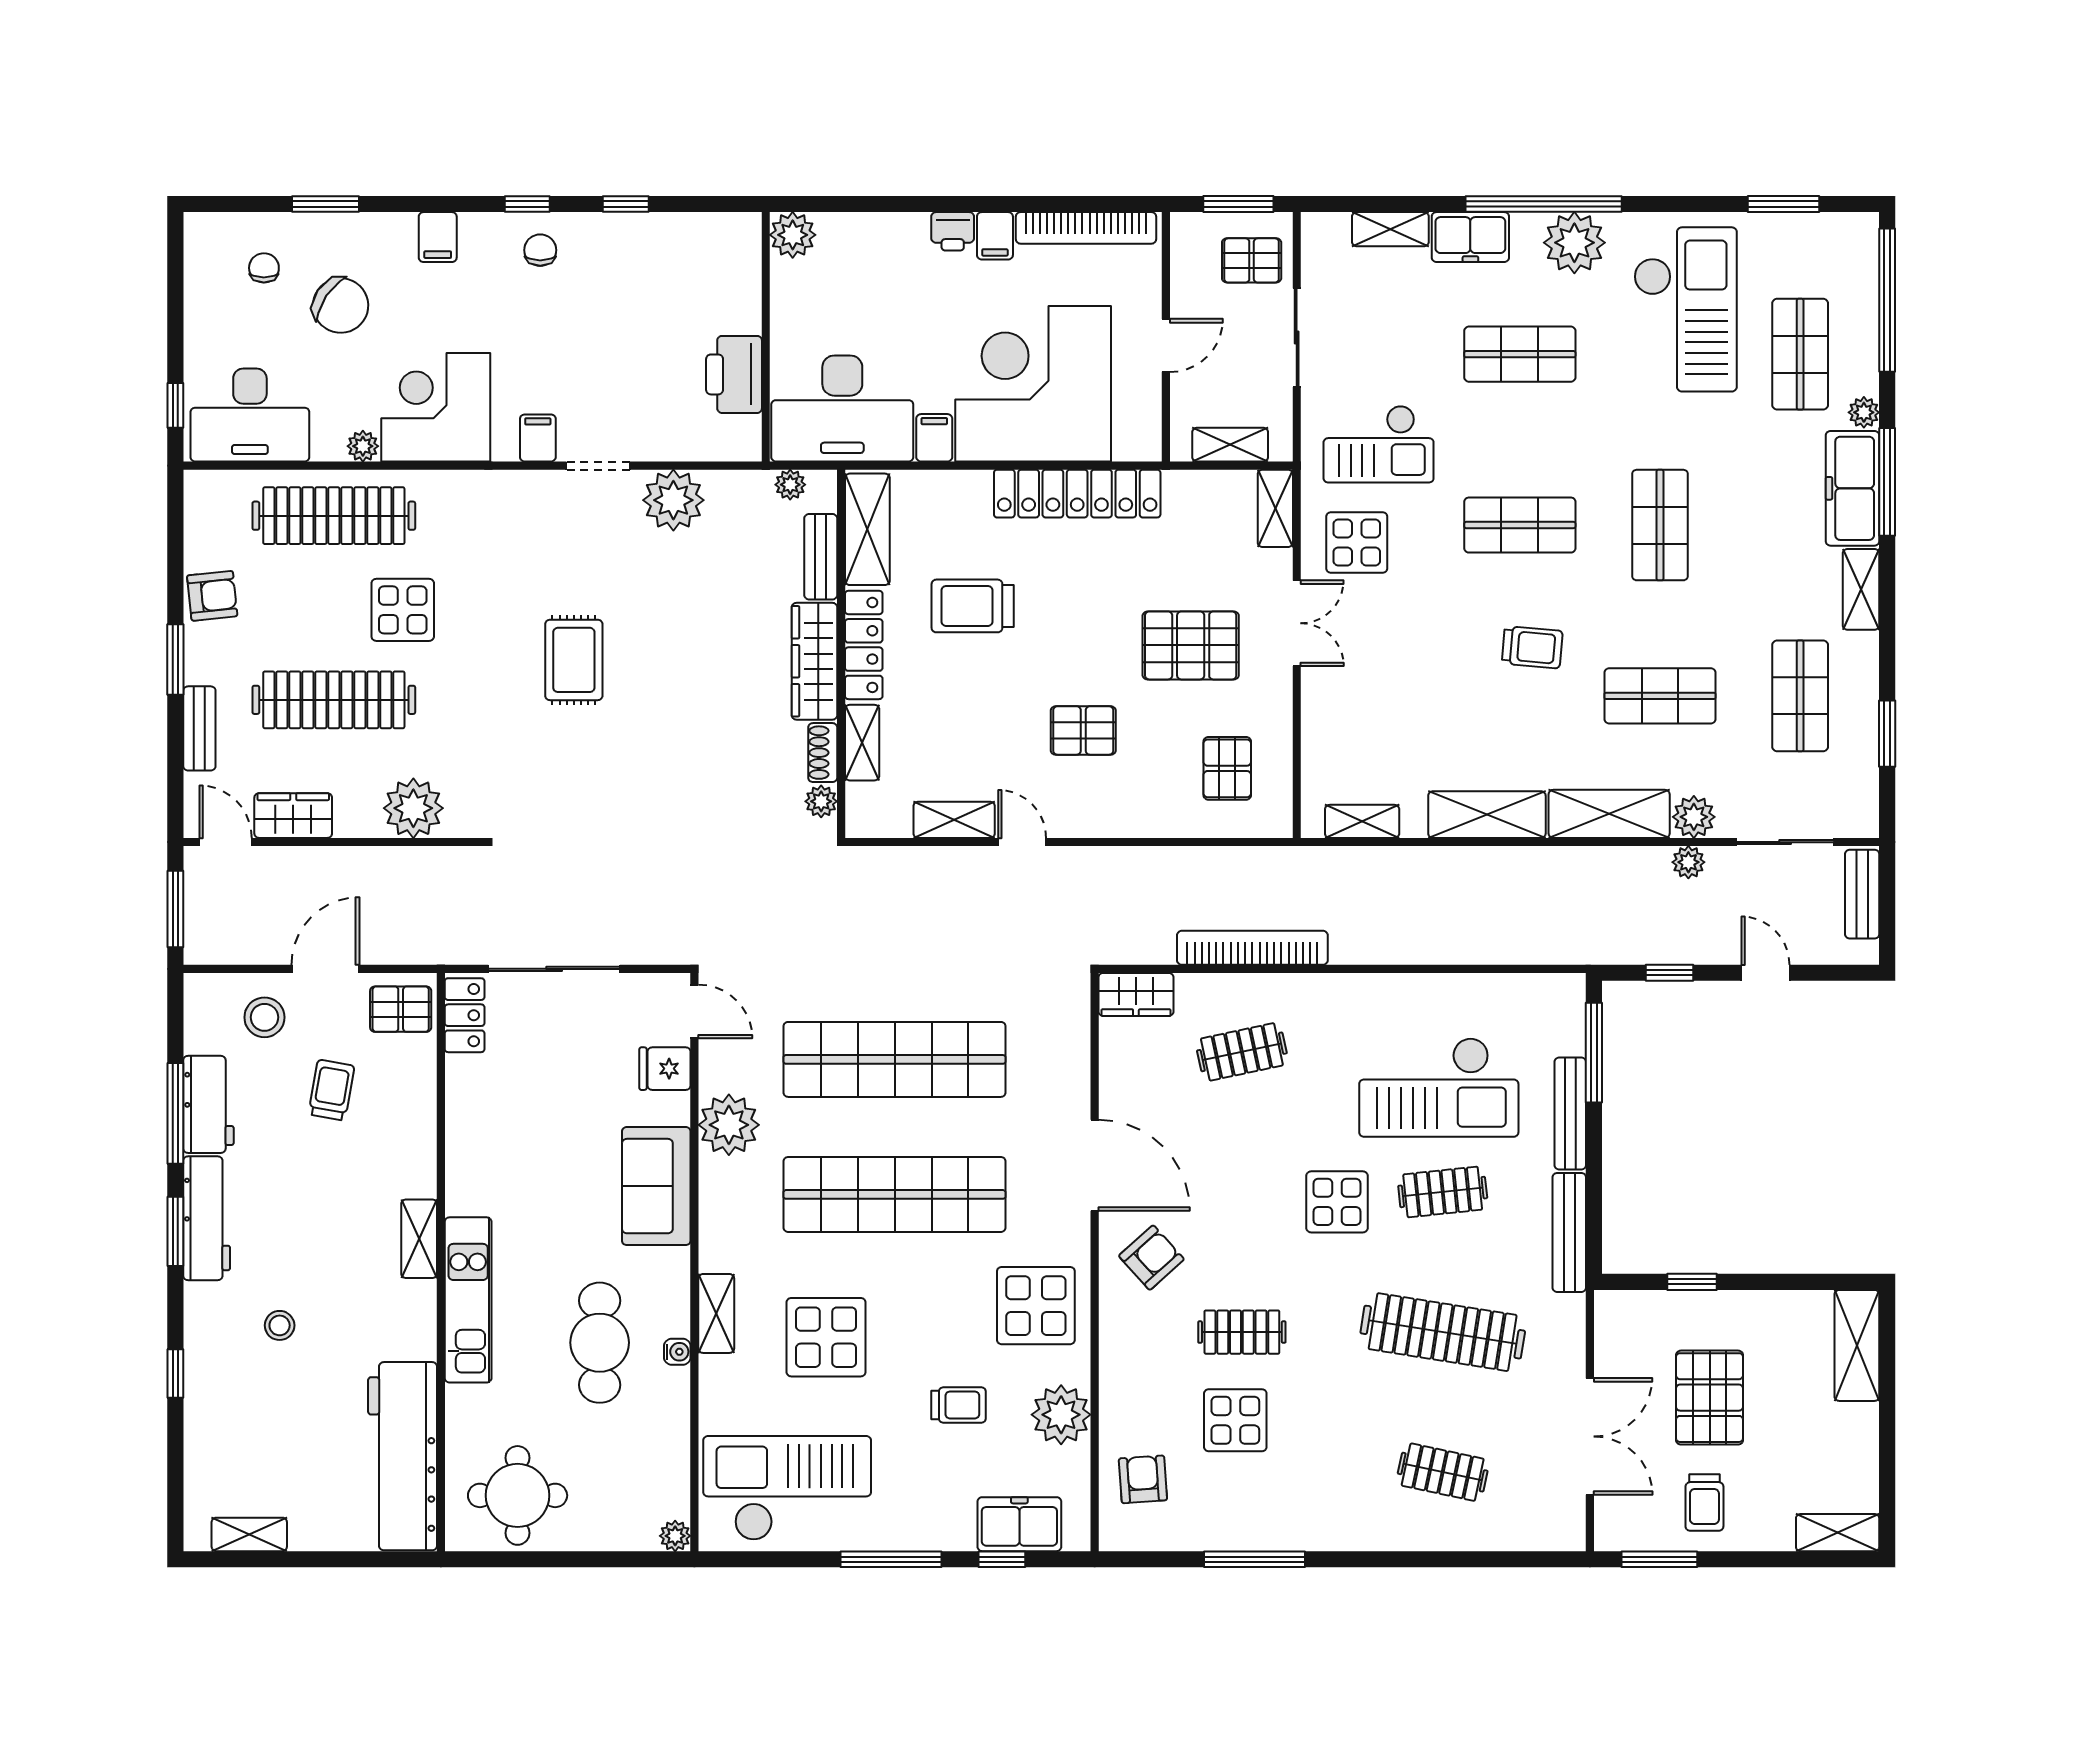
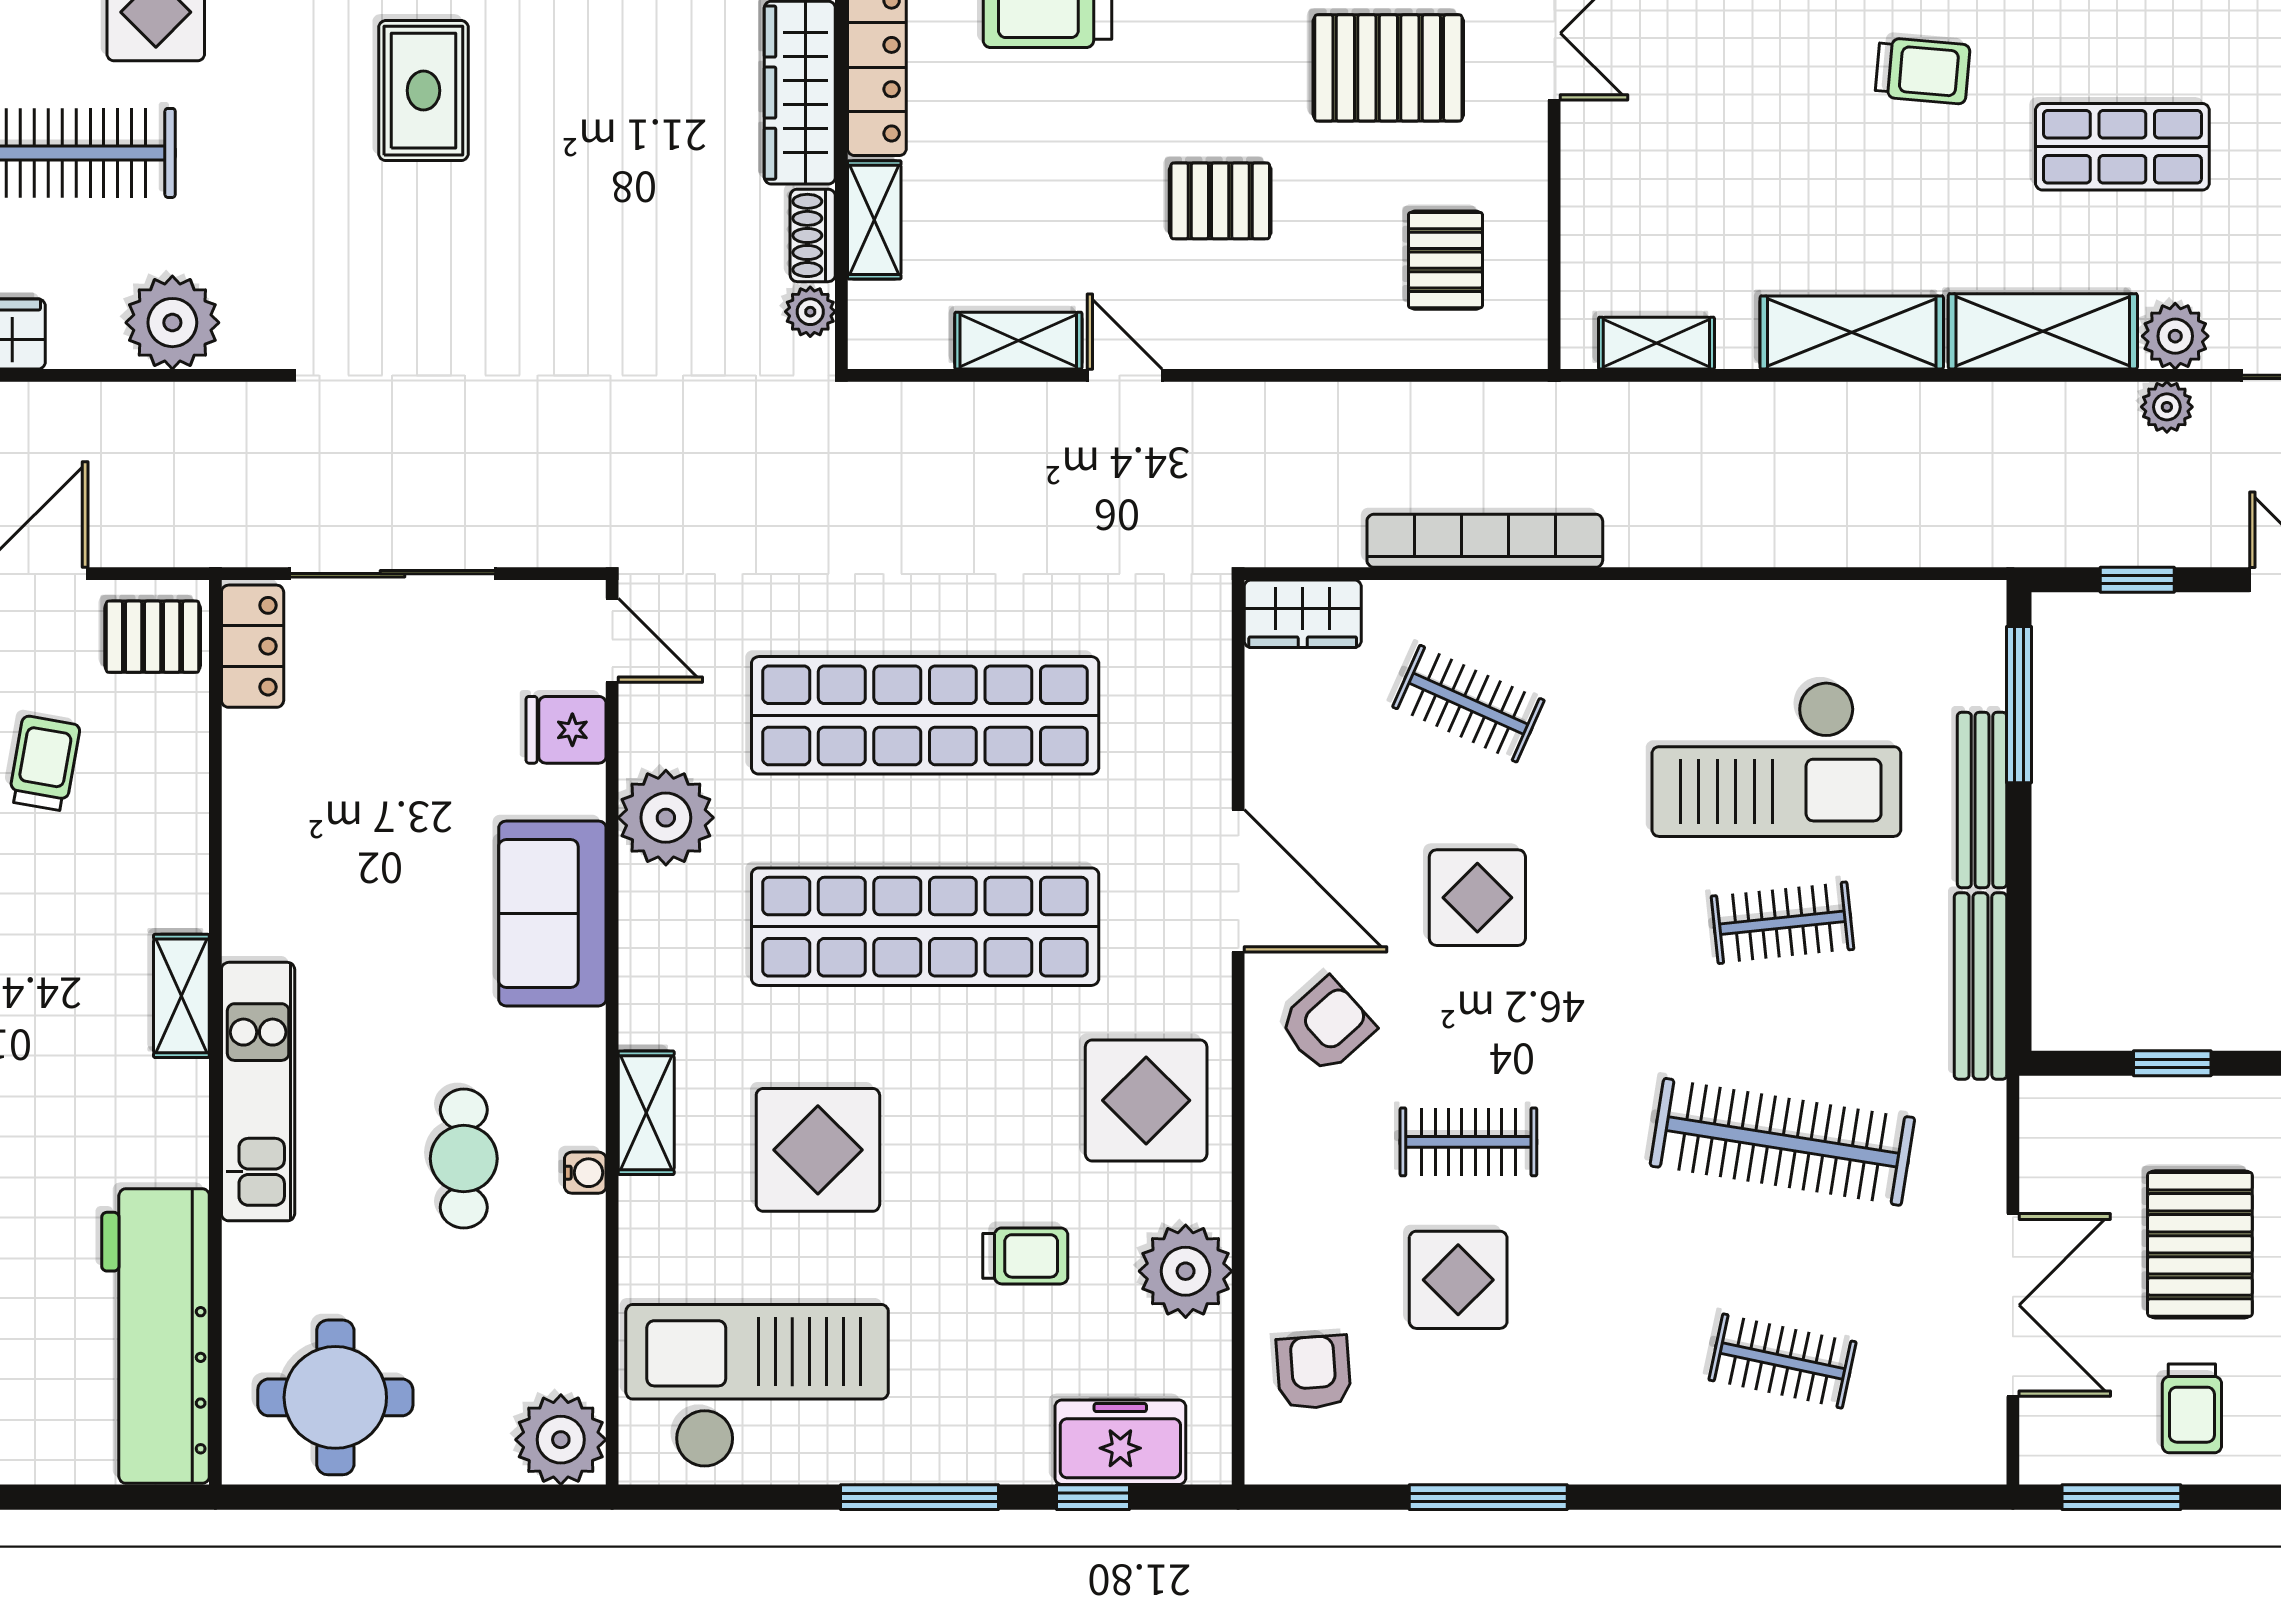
clothes rail: (1242, 1052) -> (1468, 704), turned 36
display table: (1337, 1202) -> (1477, 898), moved
cafe table: (600, 1343) -> (464, 1159), width x0.73, depth x0.74
plant: (675, 1536) -> (561, 1440), width x1.88, depth x1.88

